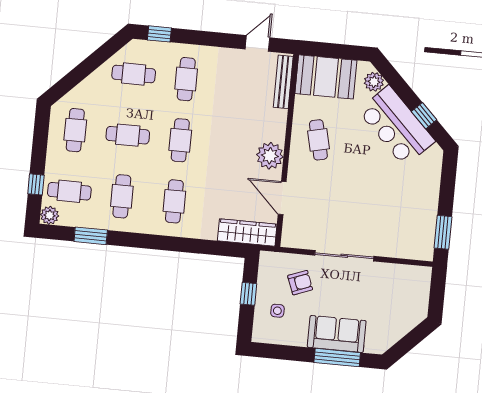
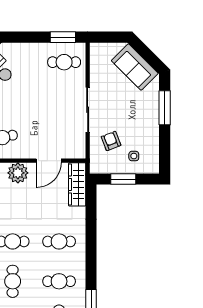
cafe table: (410, 231) -> (64, 62), added
window: (248, 294) -> (123, 179), width x1.50
sofa: (337, 334) -> (135, 67), moved, turned -45

